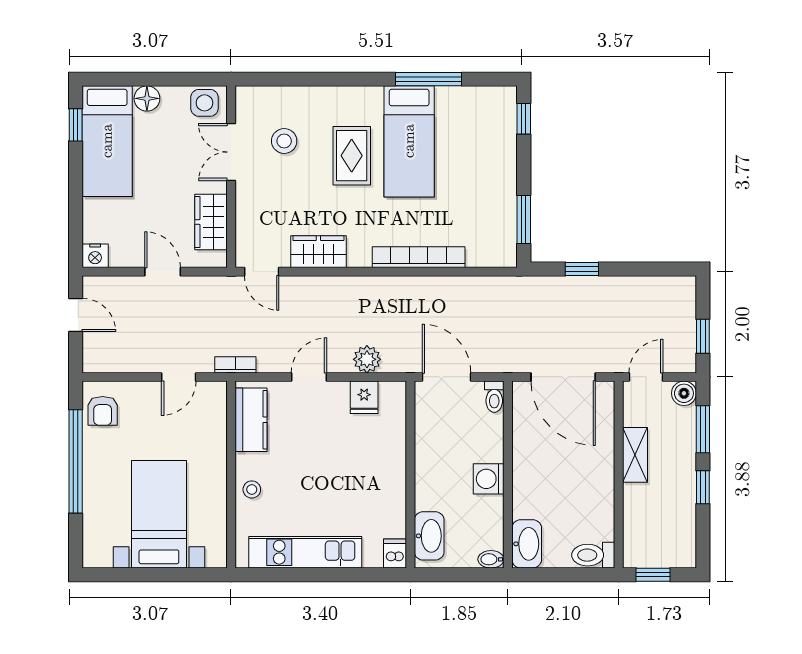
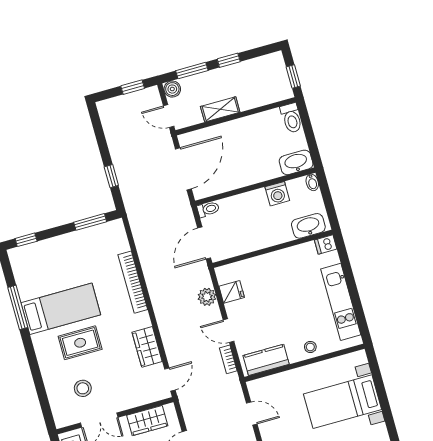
bookcase: (235, 365) -> (228, 359), moved
washing machine: (489, 479) -> (277, 194), moved

